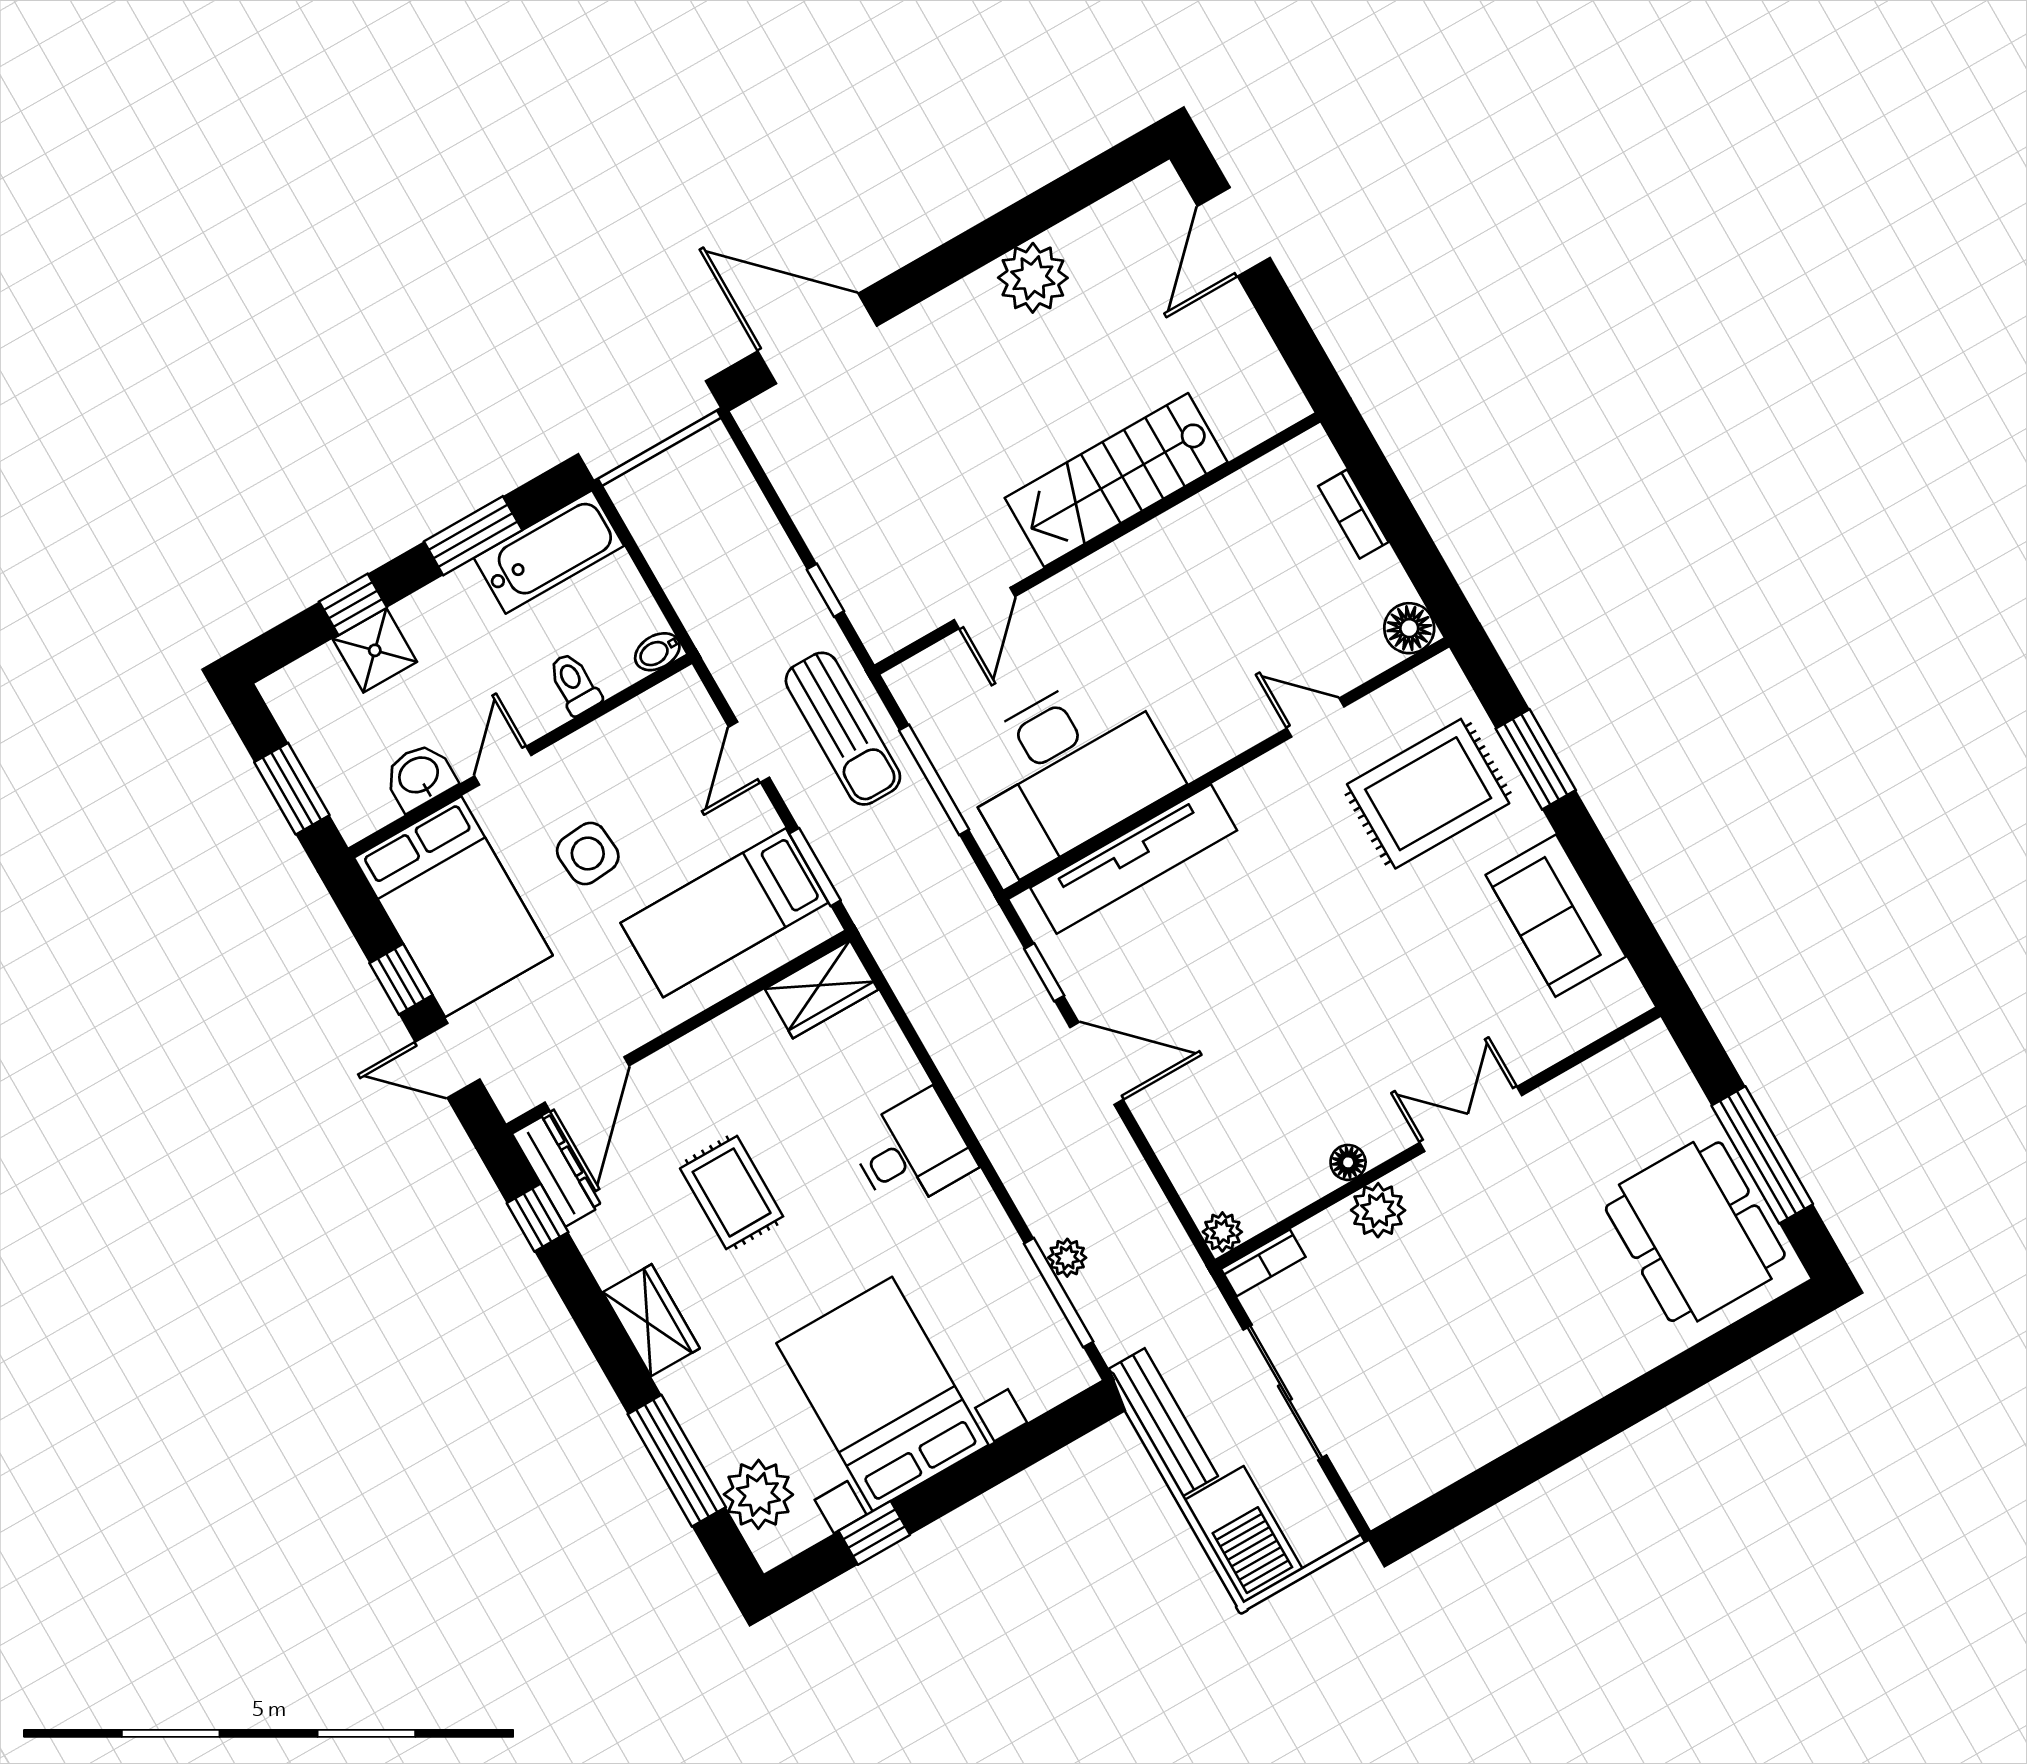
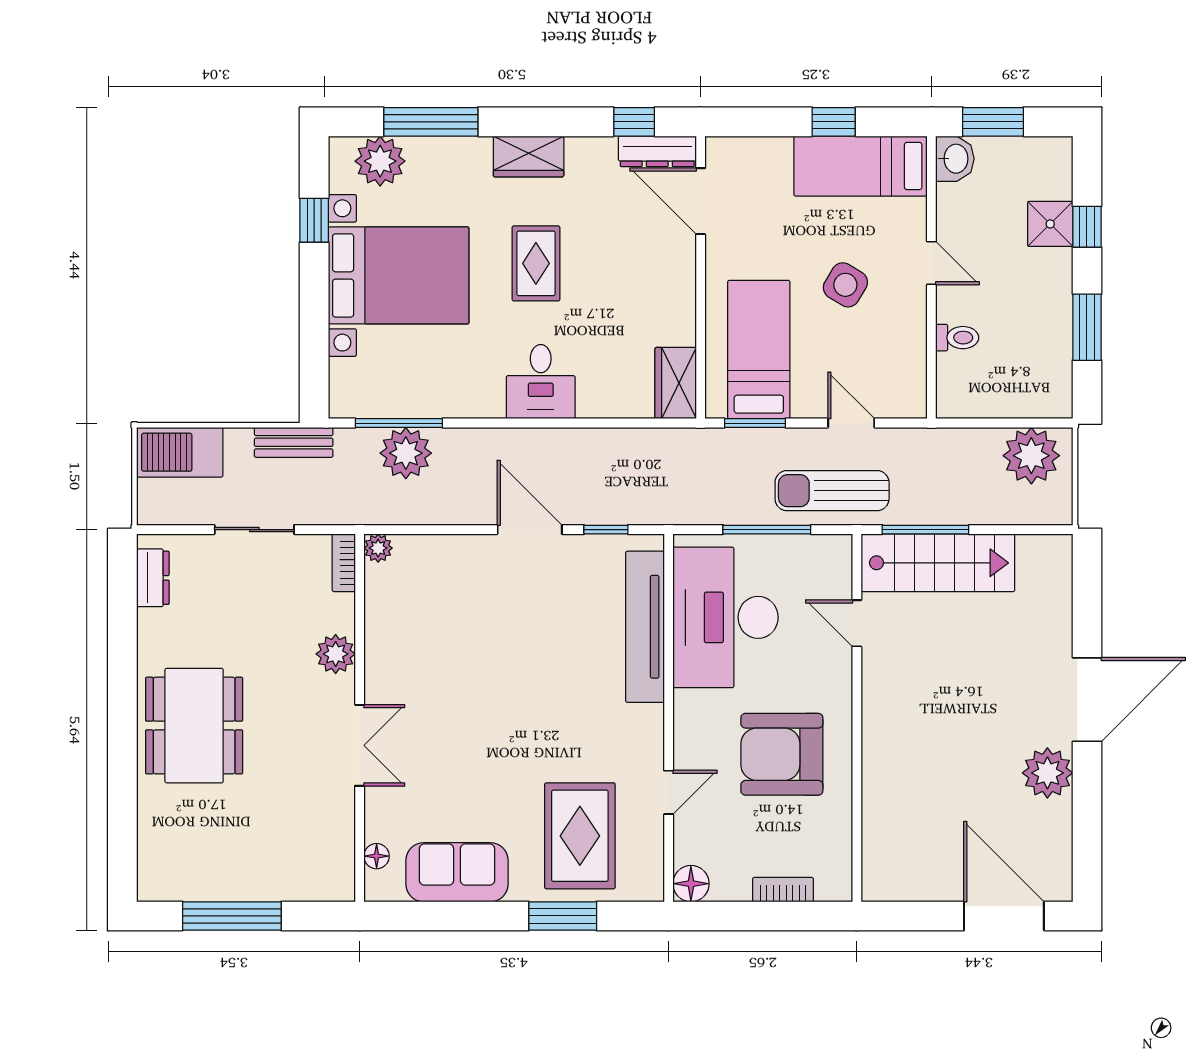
door: (1234, 232) -> (1004, 916), width x1.36
door: (817, 339) -> (1087, 700), moved
stairs: (1116, 480) -> (938, 563), moved, turned 90
plant: (665, 514) -> (1031, 456), added
bathtub: (549, 552) -> (1049, 369), removed
window: (825, 590) -> (925, 530), width x2.17
armchair: (1192, 608) -> (782, 754), added
bidet: (657, 652) -> (947, 401), removed
washbasin: (419, 776) -> (955, 159), moved
side table: (588, 854) -> (845, 285), turned 36
bed: (453, 907) -> (860, 166), width x0.67
door: (448, 1060) -> (766, 122), removed
door: (1097, 1063) -> (530, 530), swing flipped
floor lamp: (1348, 1162) -> (377, 856), moved
rug: (732, 1192) -> (536, 263), moved, turned 90
dining table: (1695, 1232) -> (194, 726), moved, turned 90
plant: (1067, 1258) -> (406, 453), width x1.88, depth x1.88
sliding door: (1285, 1393) -> (254, 530), width x0.73
bench: (1163, 1422) -> (294, 442), width x0.73
dresser: (1412, 1481) -> (153, 578), added

